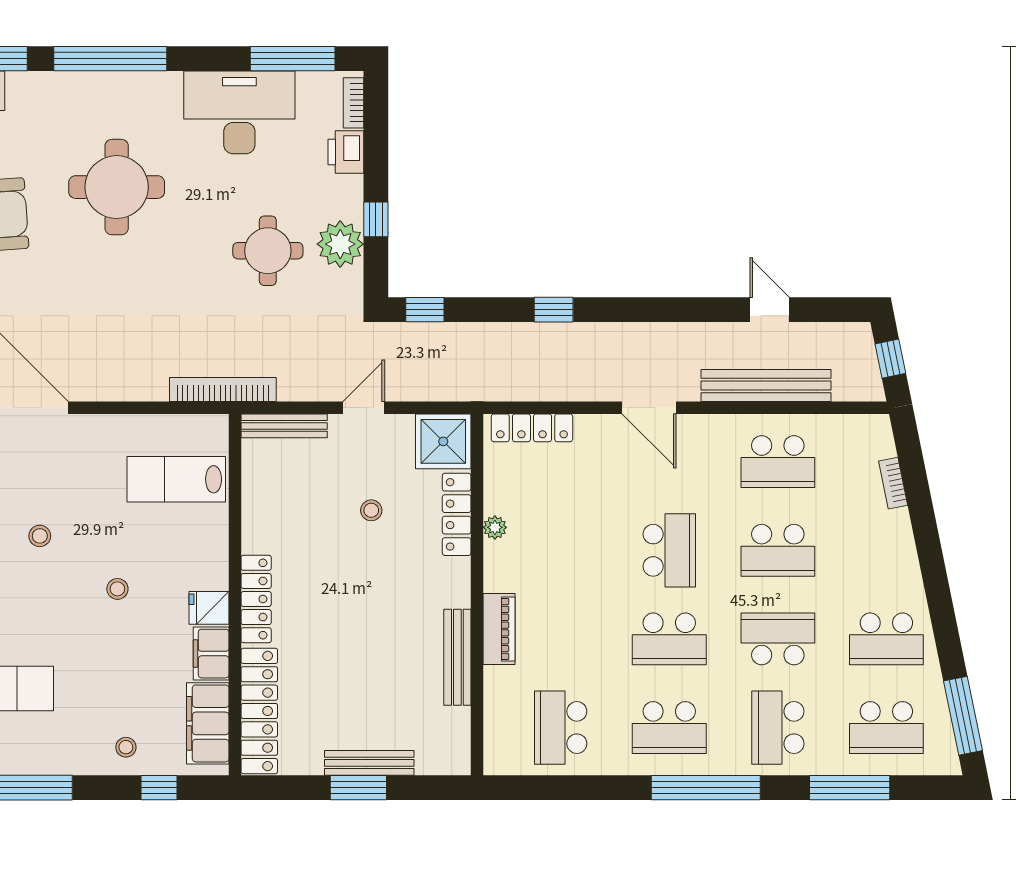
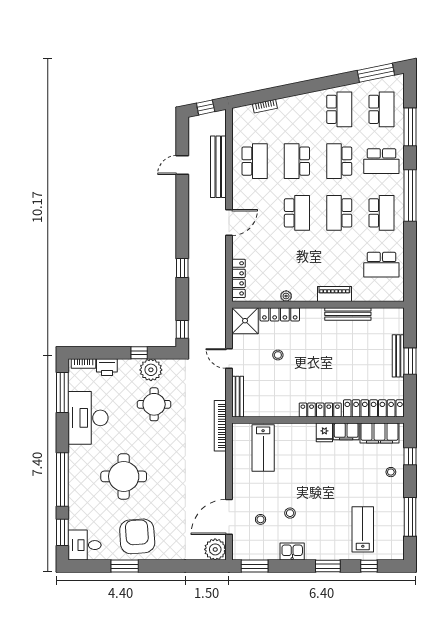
school desk: (669, 550) -> (297, 213), turned 90
school desk: (778, 550) -> (297, 161), turned 180
stool: (117, 589) -> (261, 519), moved
school desk: (669, 639) -> (339, 213), turned 180

